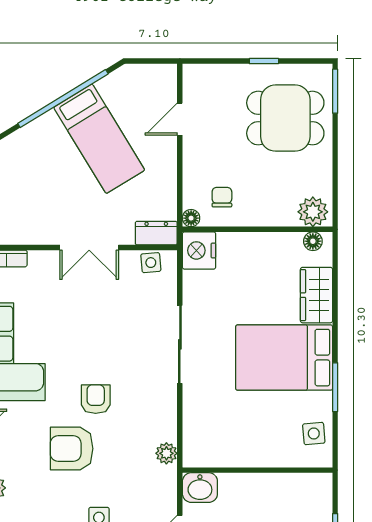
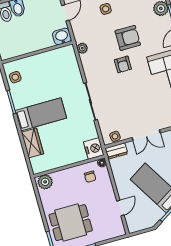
floor lamp: (313, 241) -> (41, 168), removed
double door: (89, 247) -> (146, 135), swing flipped
bed: (284, 358) -> (41, 114), width x0.67

